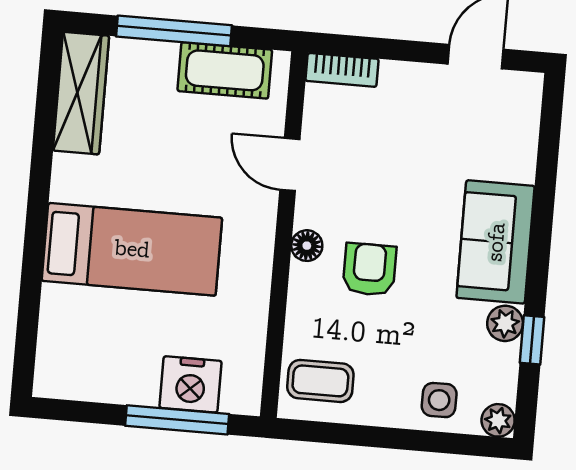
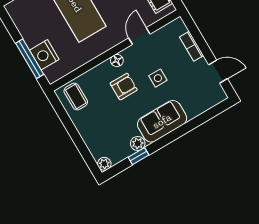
bookcase: (342, 70) -> (192, 46), moved
side table: (439, 400) -> (158, 78), moved

